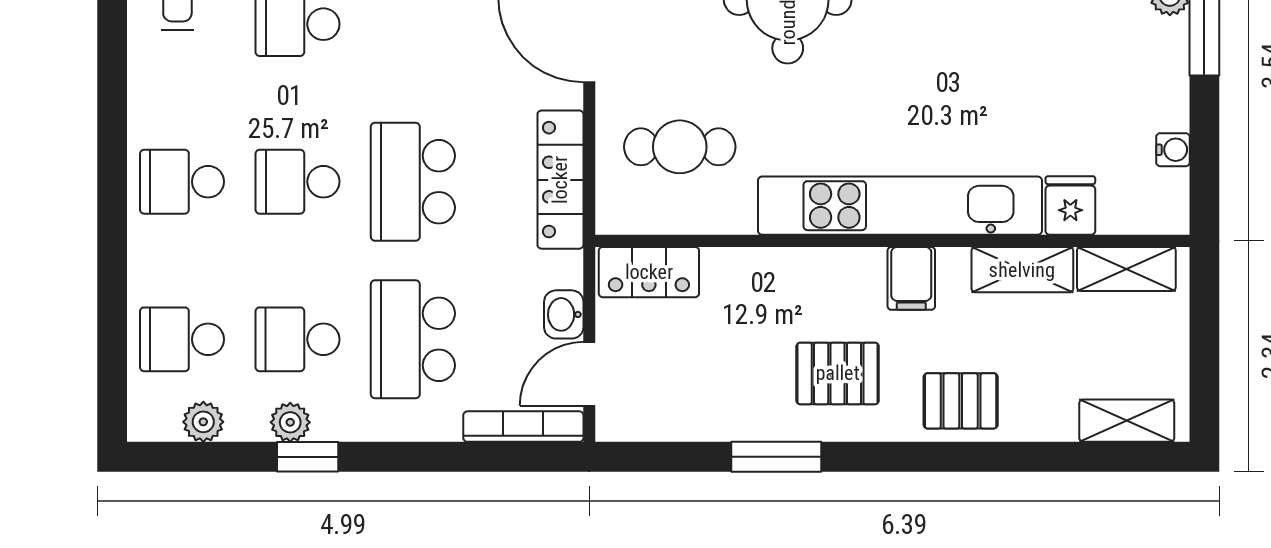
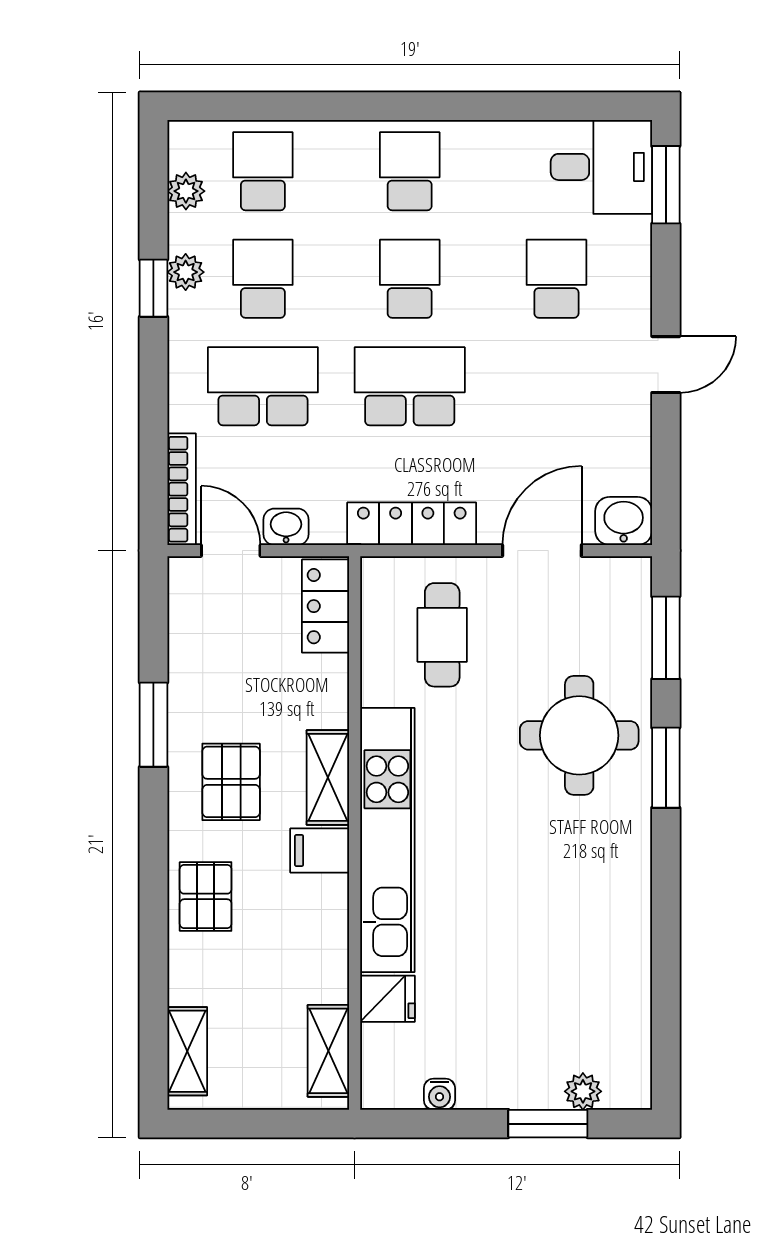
shelving: (1022, 270) -> (328, 777), moved

